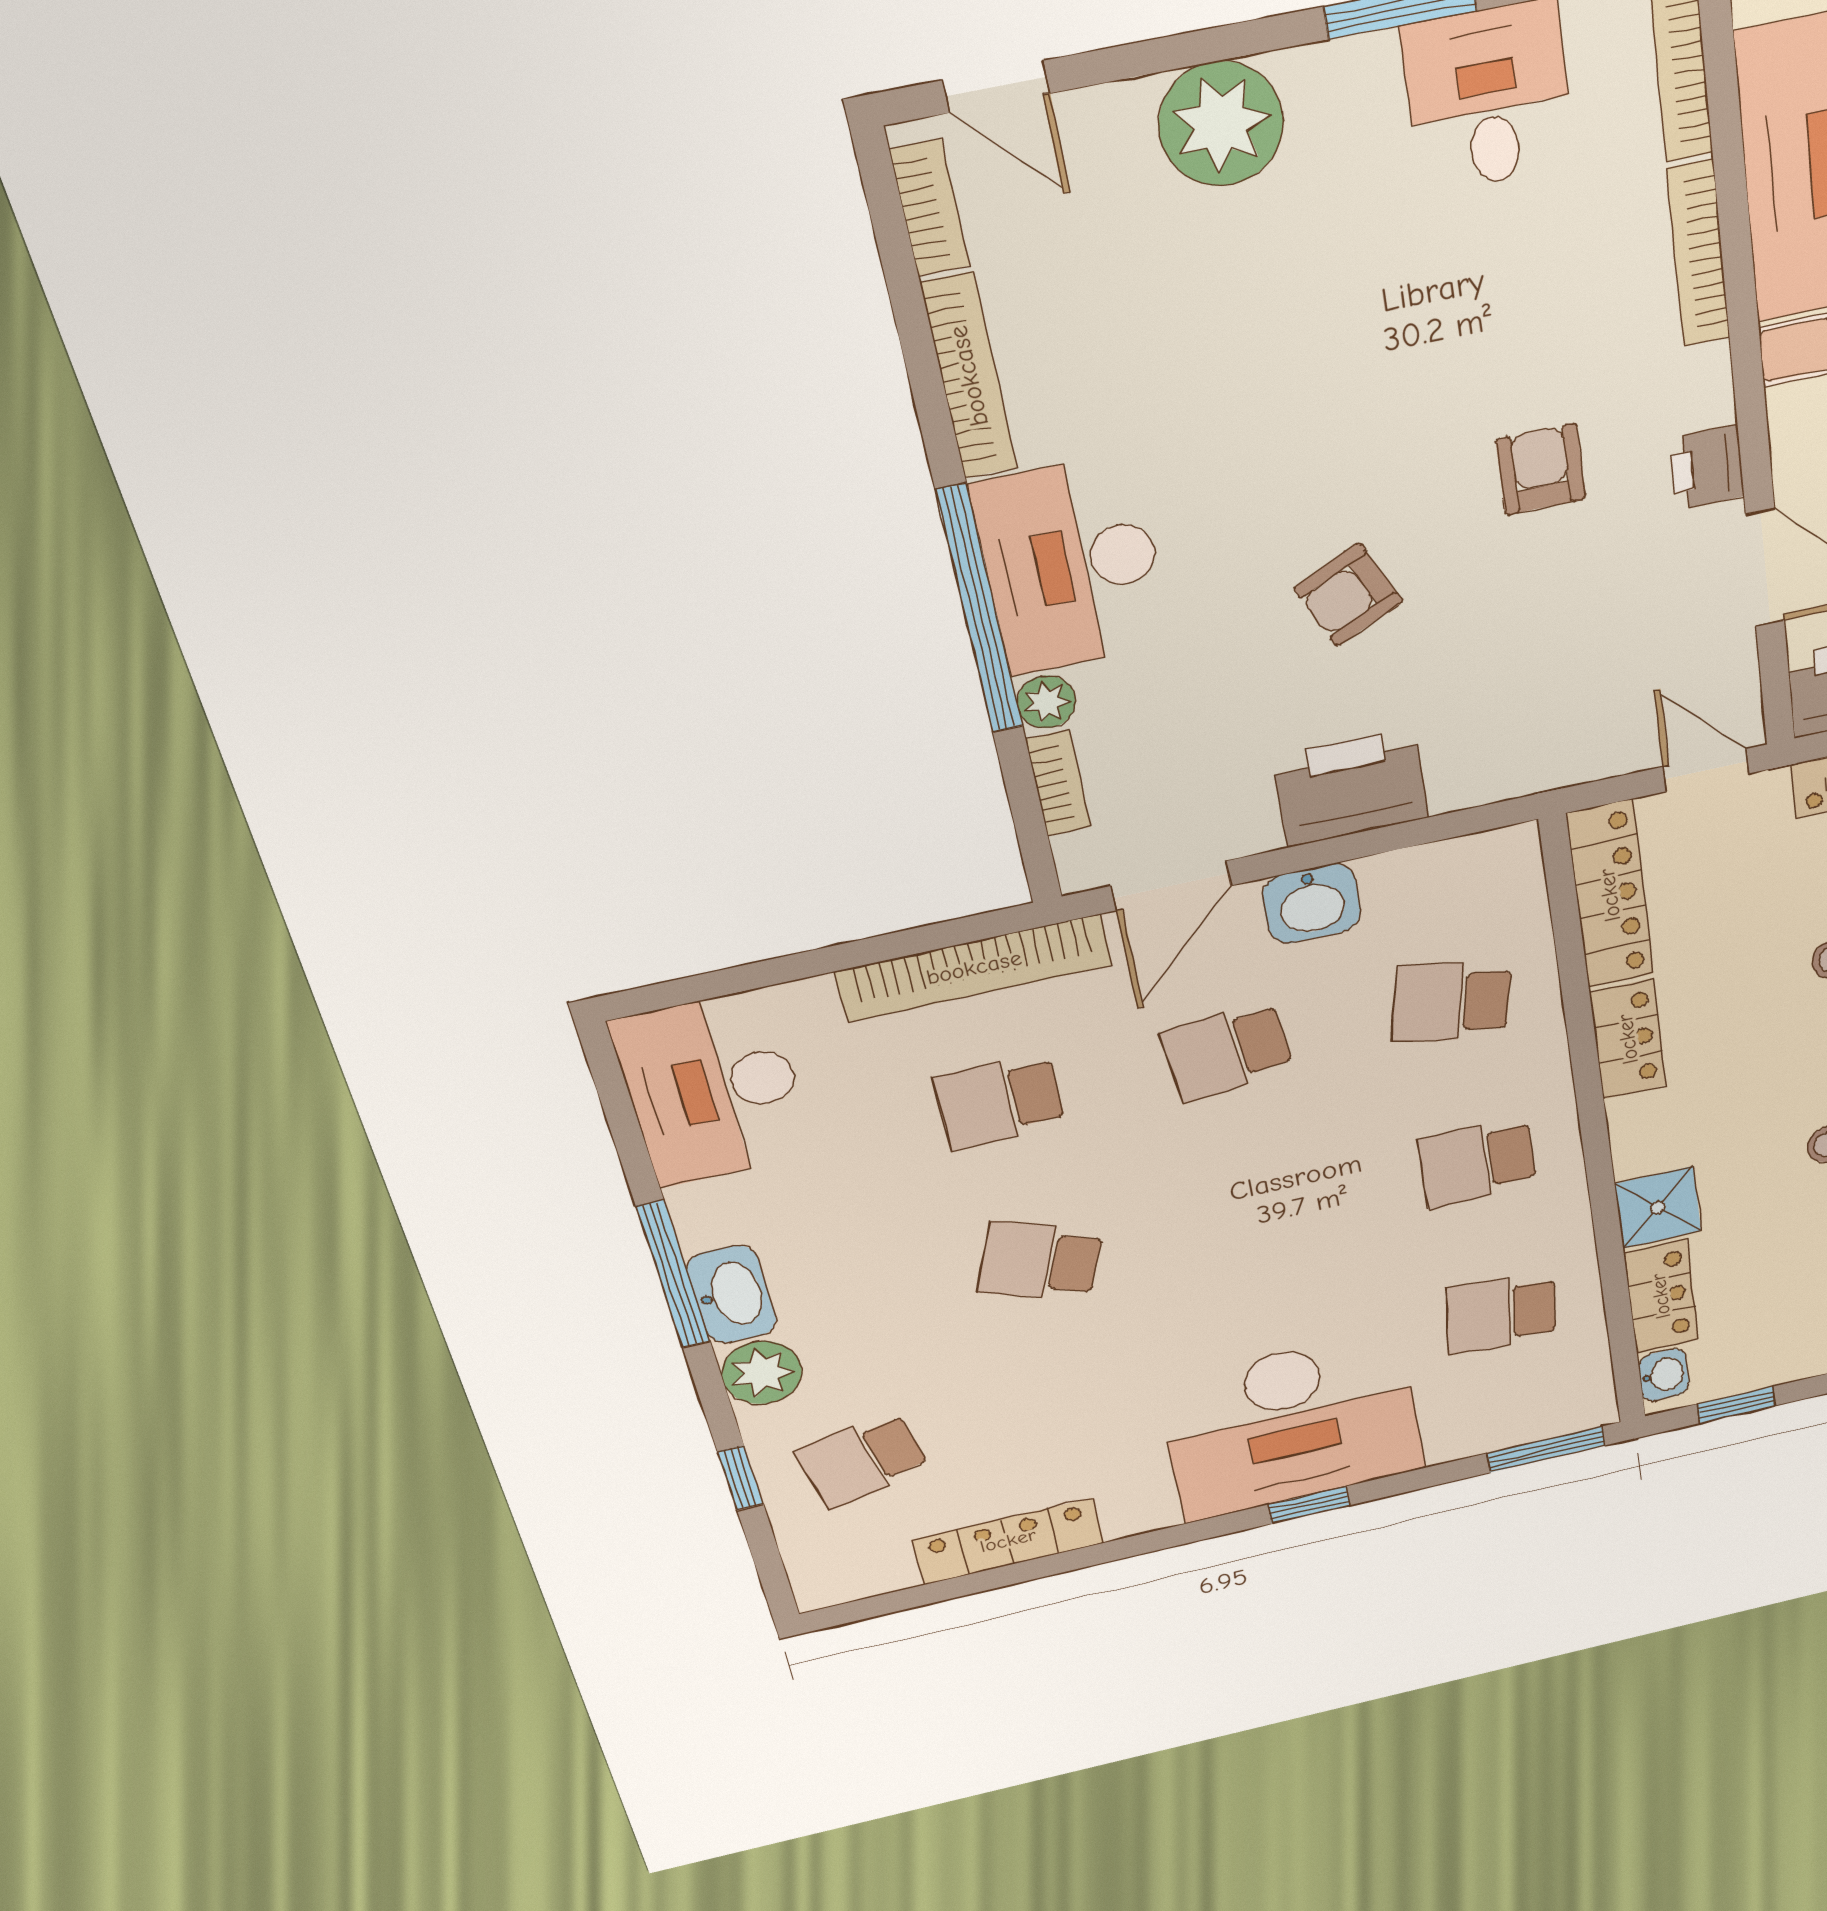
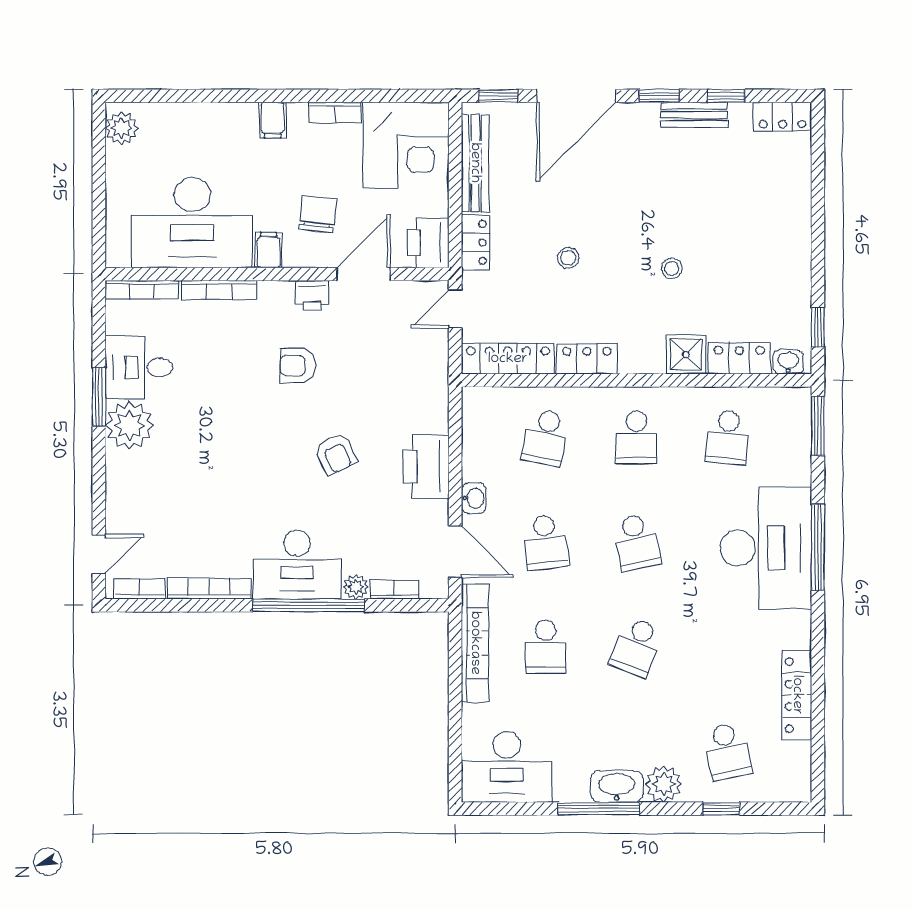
plant: (1221, 124) -> (129, 425), moved
washbasin: (1312, 904) -> (474, 498), width x0.72, depth x0.69
school desk: (1260, 1212) -> (637, 542), added
window: (1309, 1505) -> (818, 548), width x2.17

